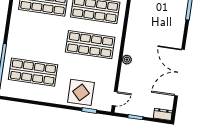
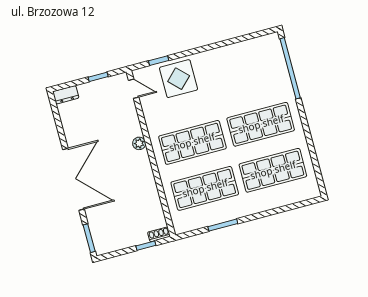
shop shelf: (33, 72) -> (261, 124), moved
double door: (180, 73) -> (73, 179), moved
door: (115, 99) -> (134, 89), swing flipped

